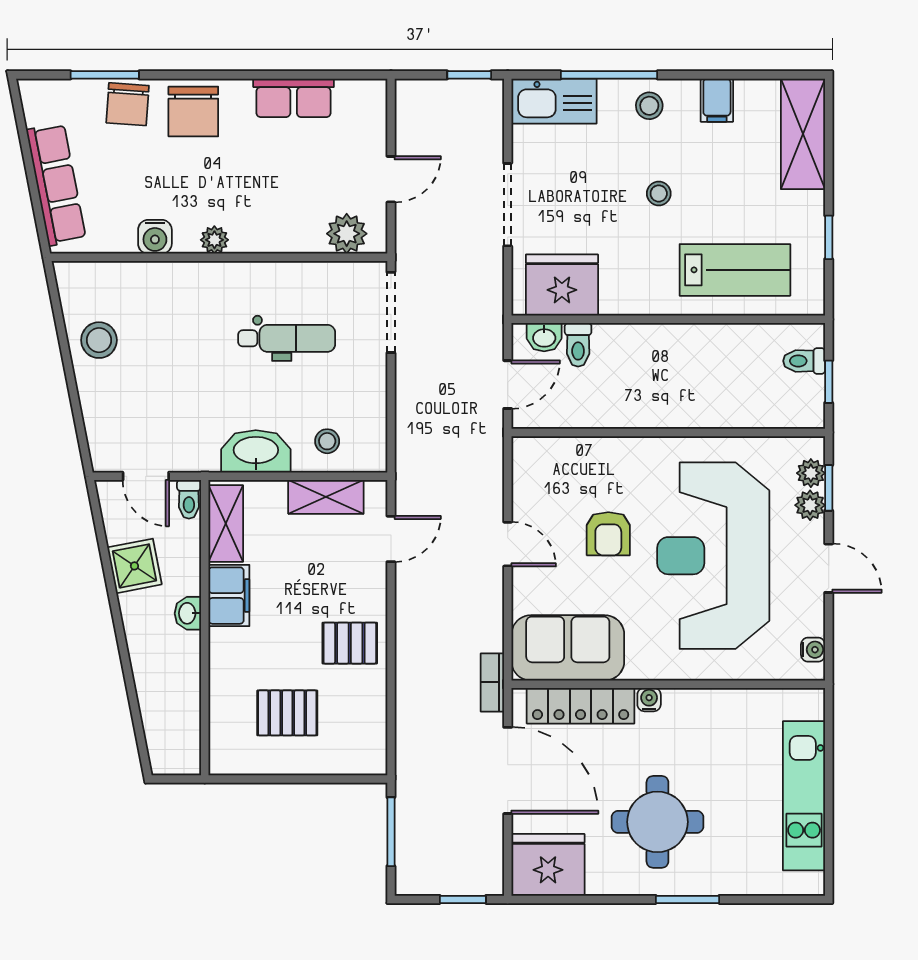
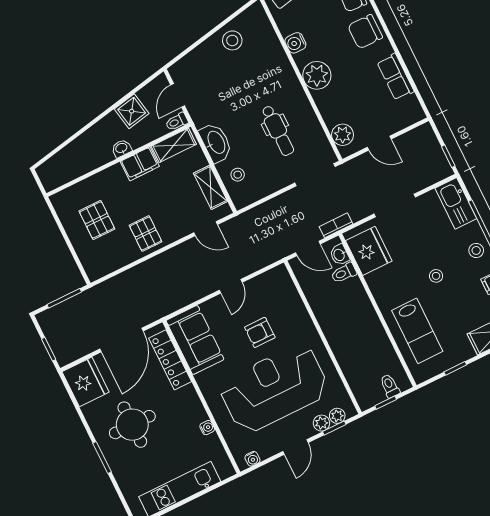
plant: (214, 240) -> (317, 75), width x1.87, depth x1.87
bookcase: (492, 682) -> (336, 225), moved
water cooler: (649, 700) -> (207, 428), moved

